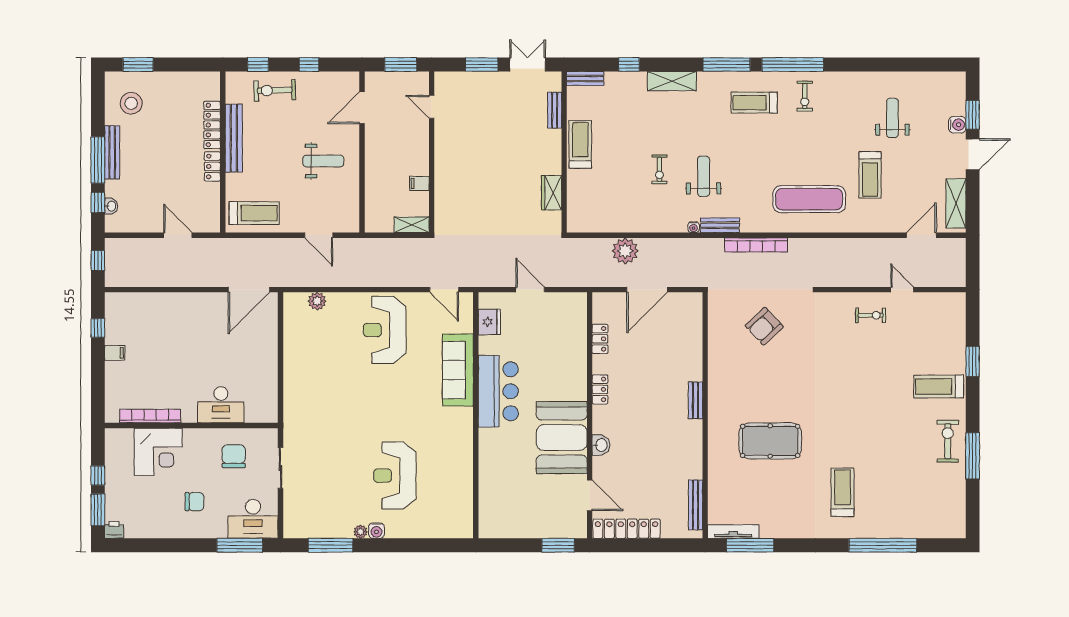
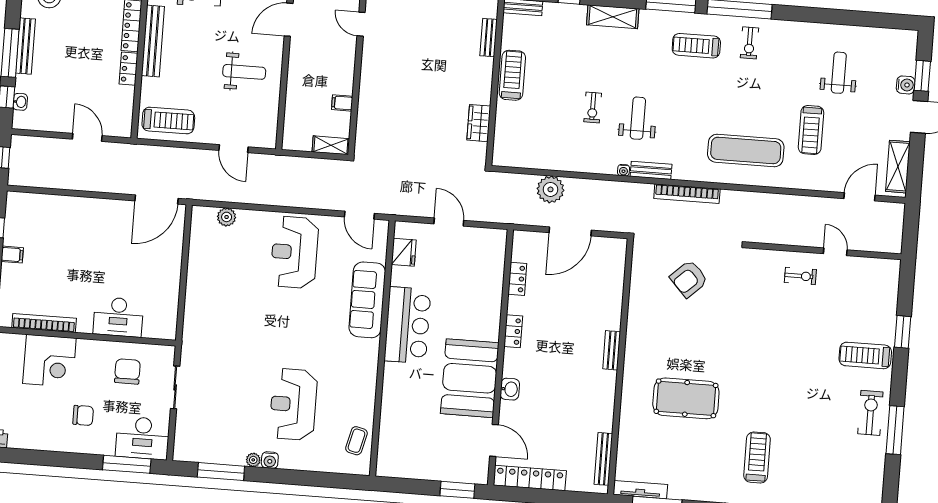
coffee table: (458, 506) -> (356, 441), added

